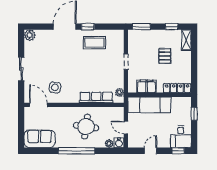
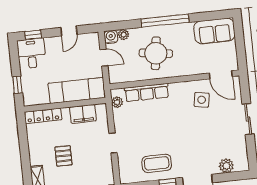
plant: (30, 35) -> (226, 166), moved

